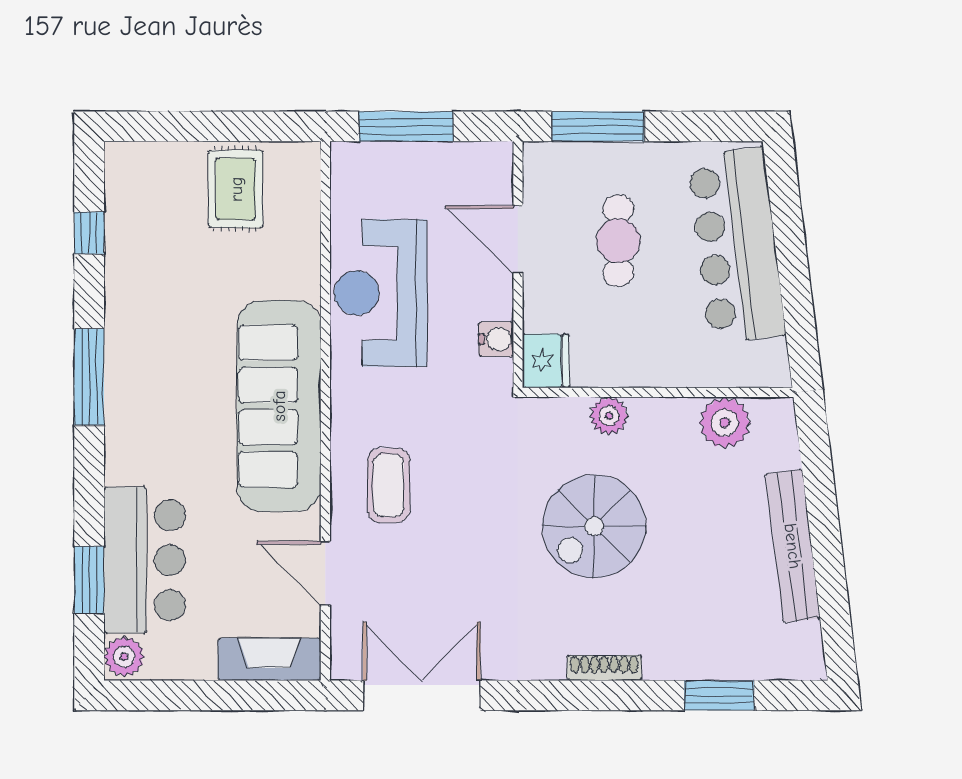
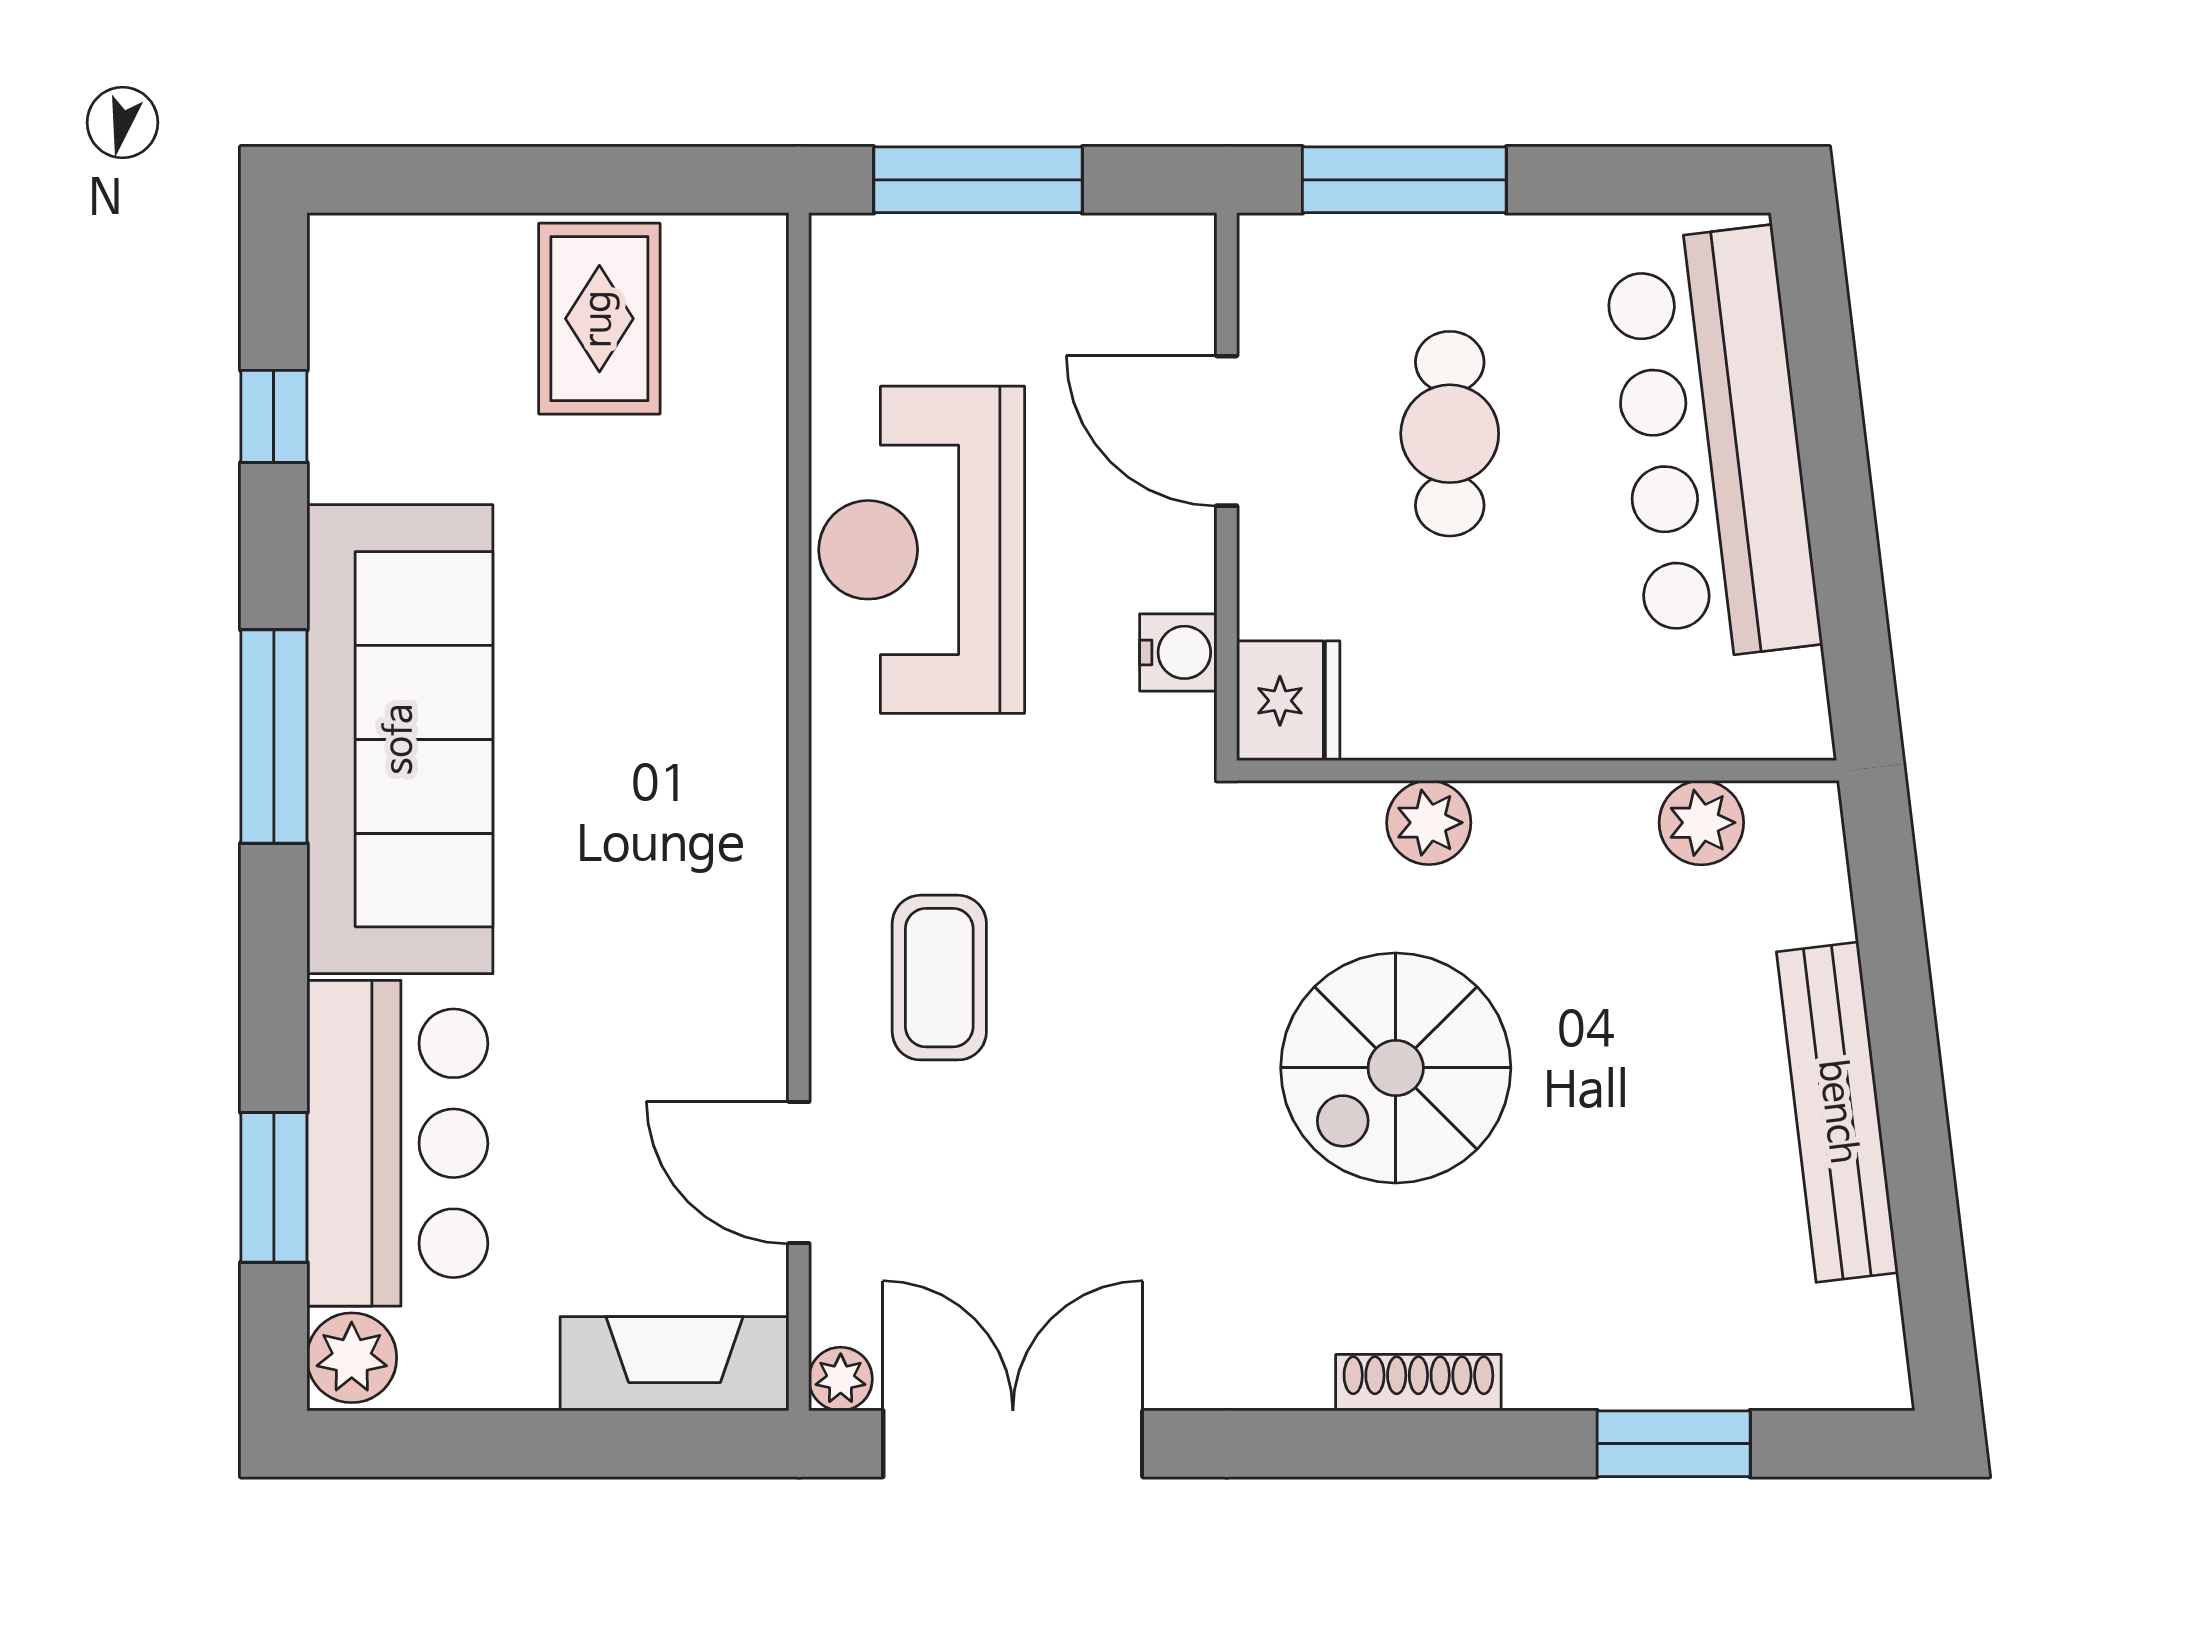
sofa: (279, 406) -> (400, 739), moved, turned 180
plant: (725, 423) -> (1701, 823), width x0.73, depth x0.73
plant: (344, 666) -> (841, 1379), added

